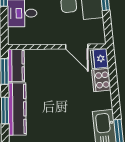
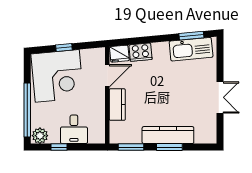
kitchen counter: (16, 65) -> (117, 105), moved, turned 90

